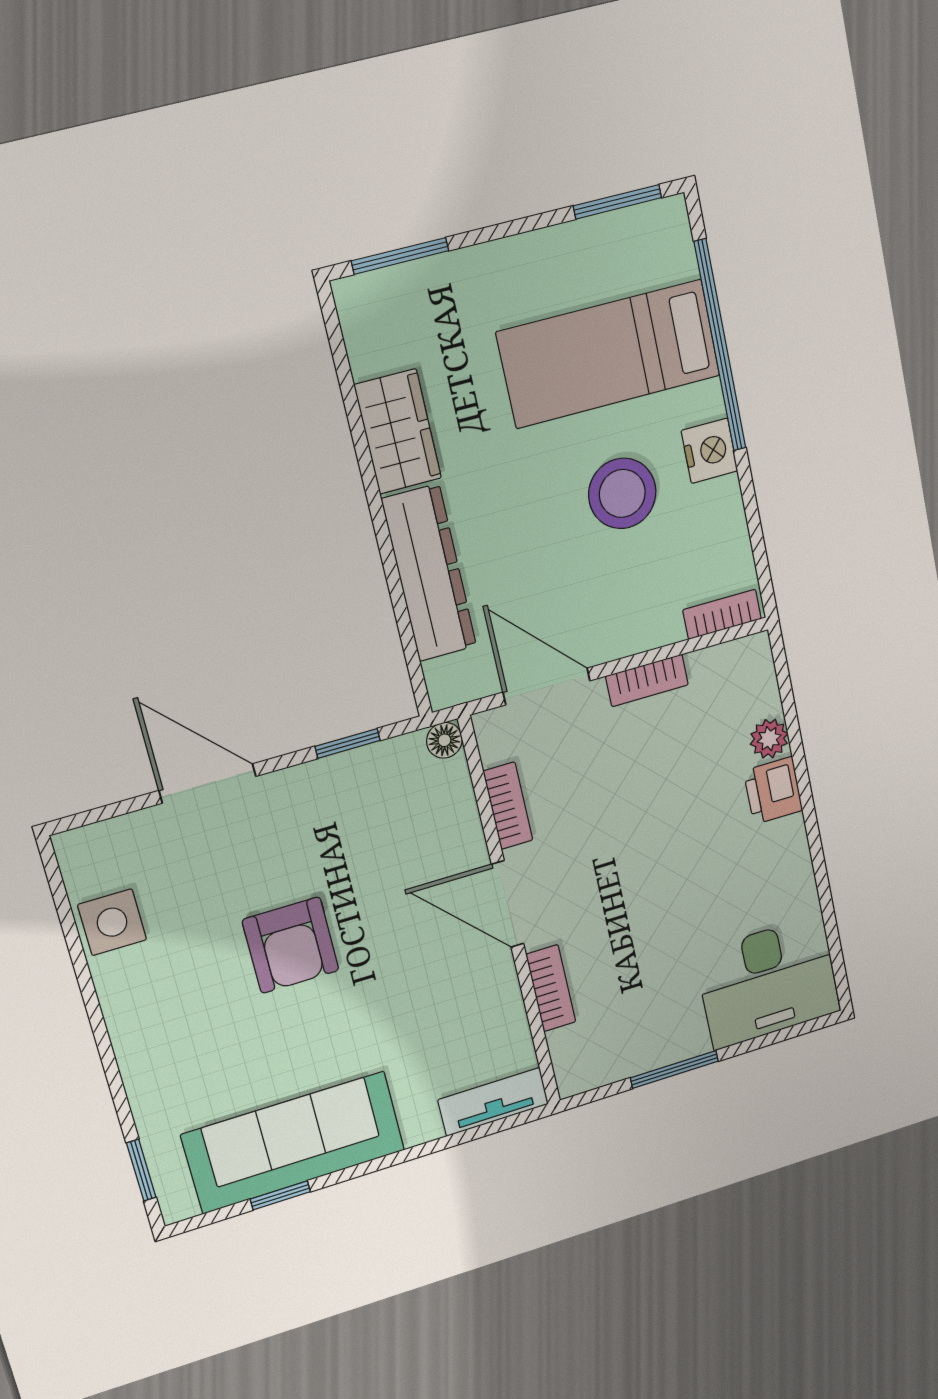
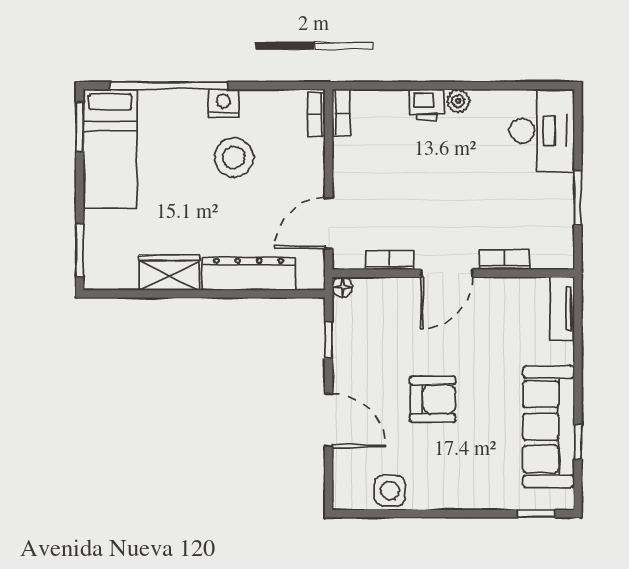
bed: (609, 354) -> (110, 149), moved
bookcase: (647, 680) -> (342, 113), moved
plant: (769, 739) -> (458, 101), moved
door: (208, 783) -> (329, 420), swing flipped

